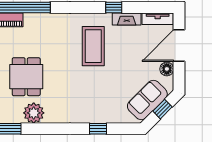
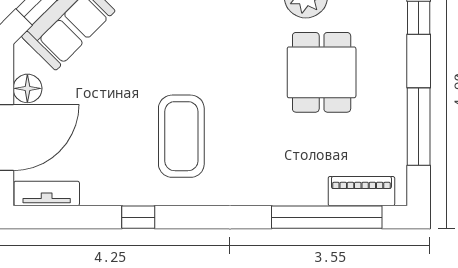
fireplace: (127, 19) -> (111, 193), removed

